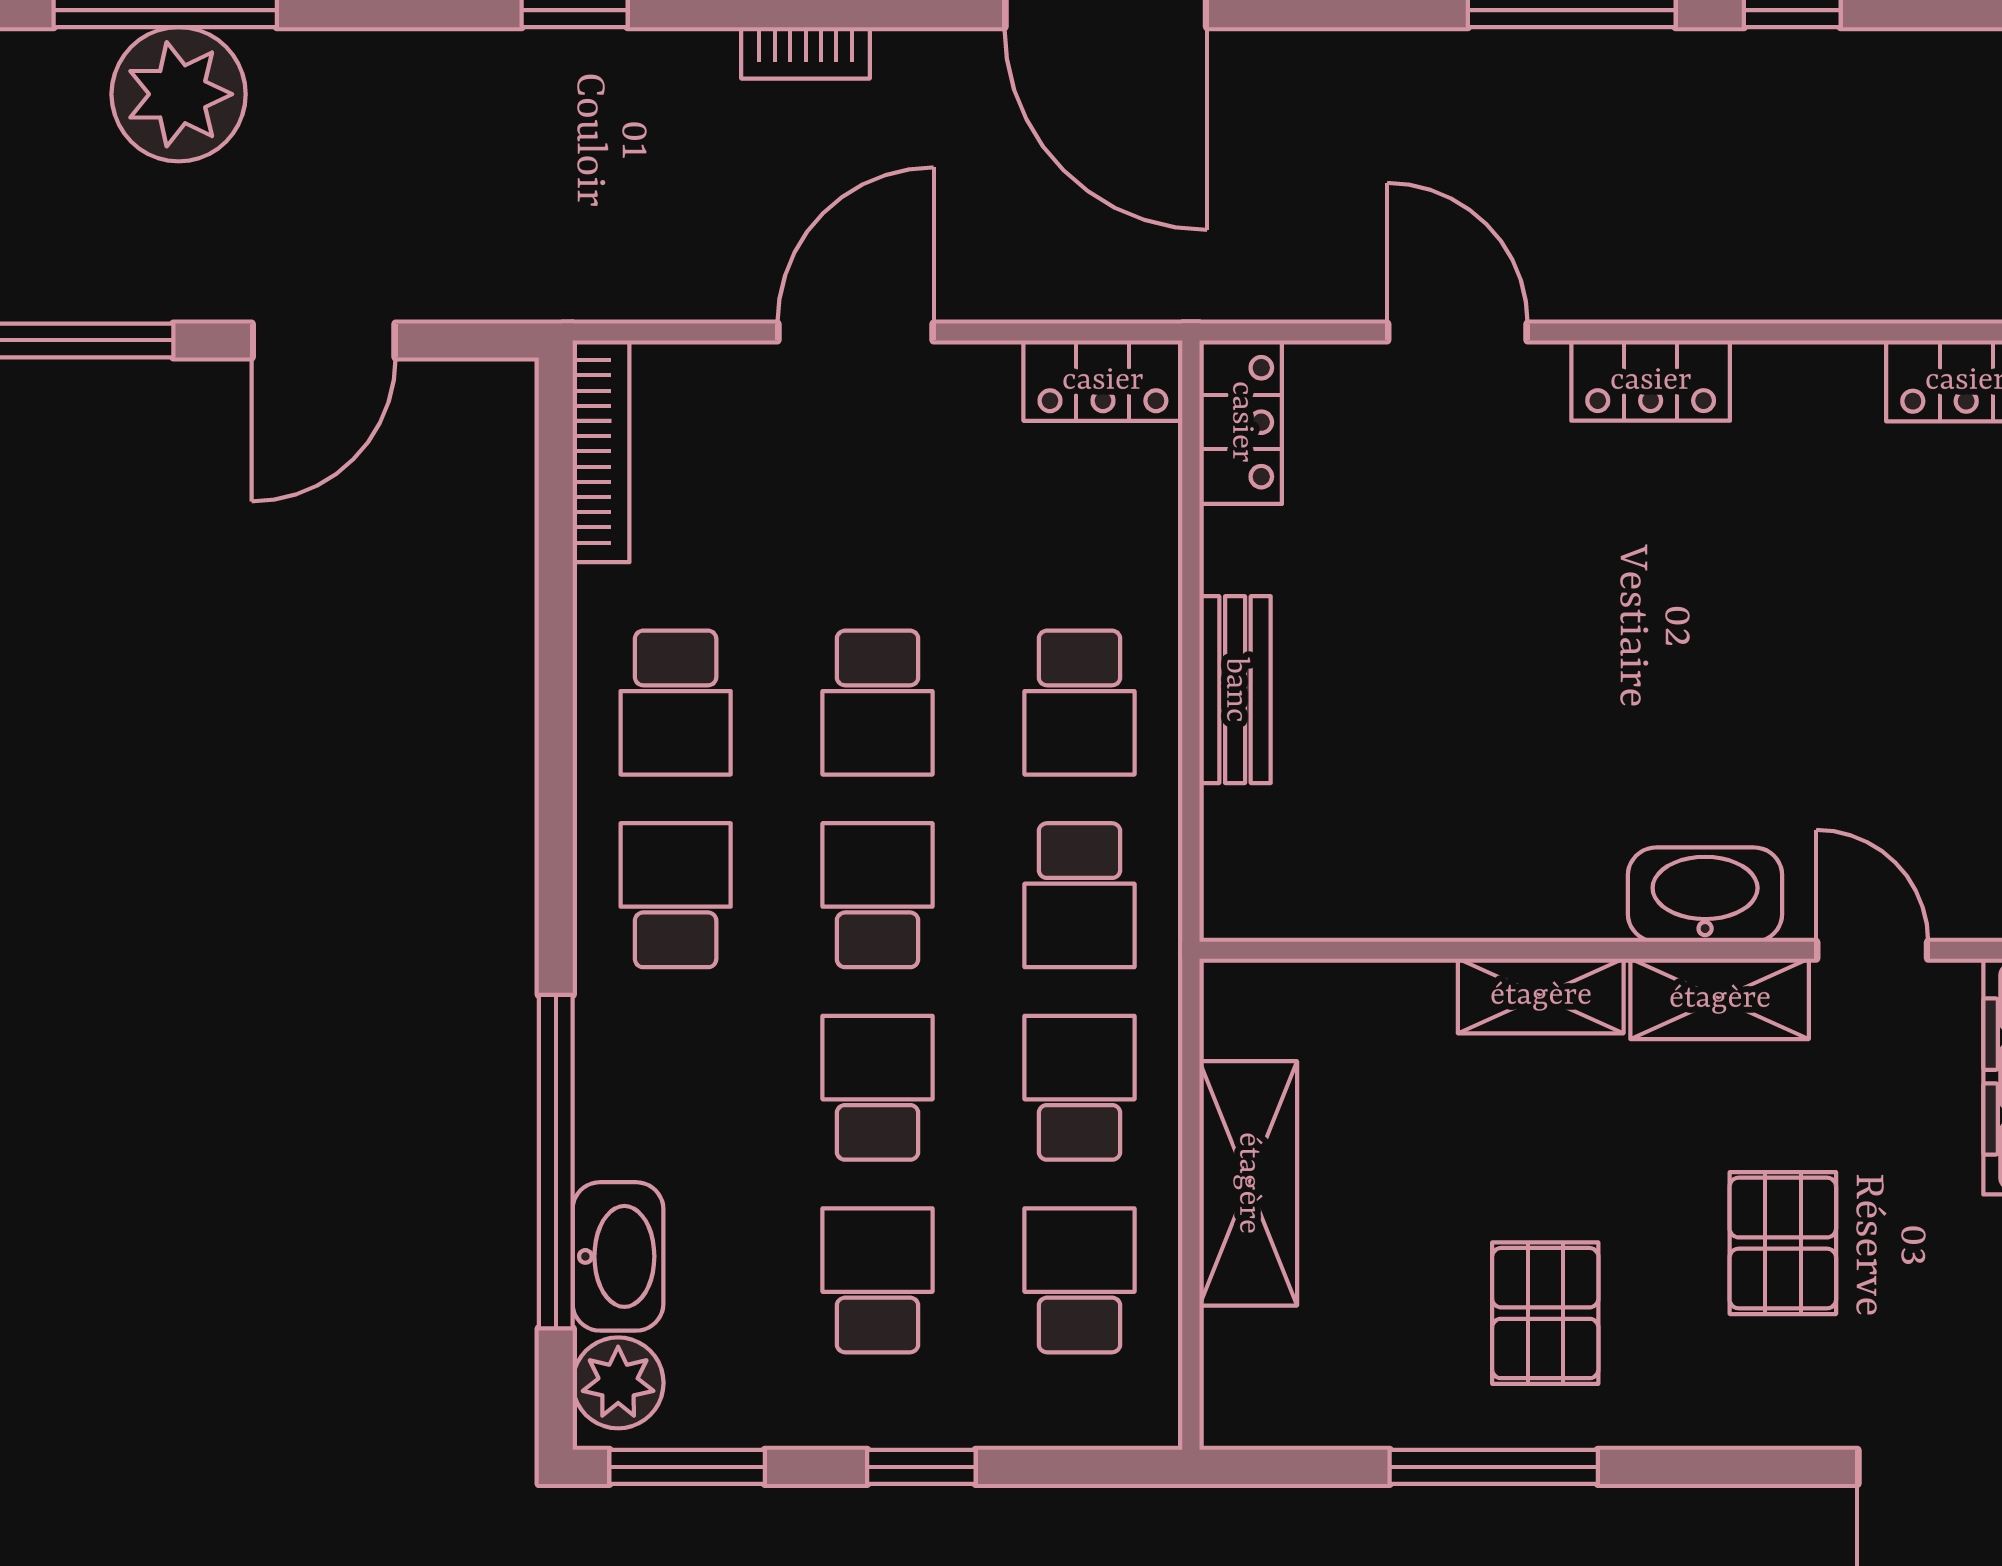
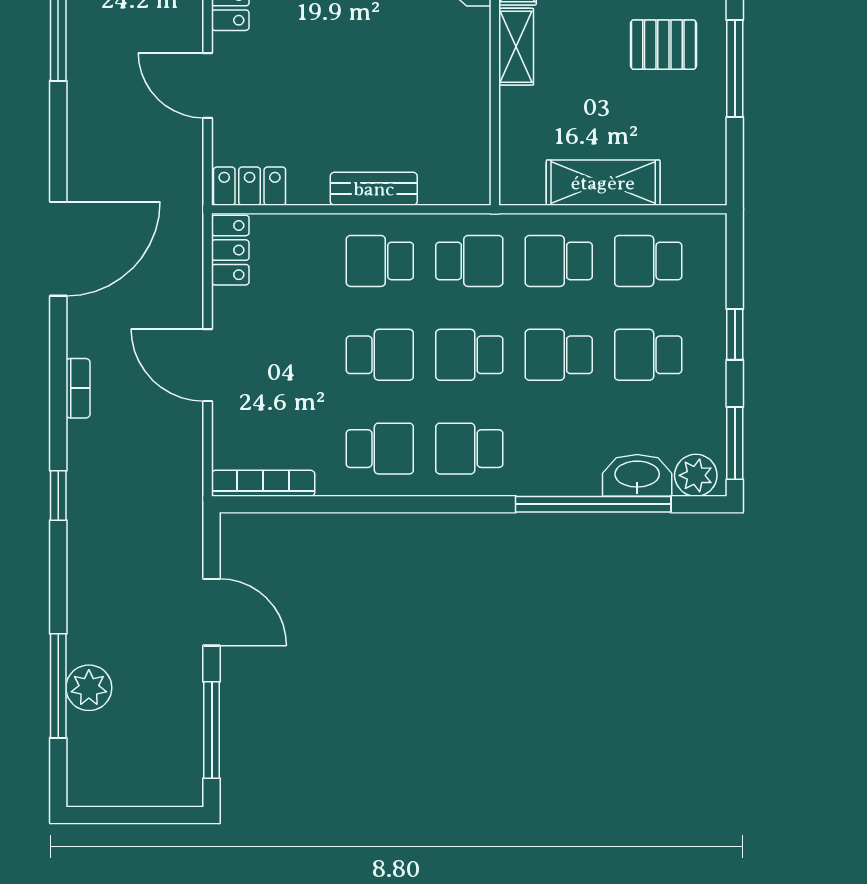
plant: (179, 94) -> (89, 688), width x0.73, depth x0.73
door: (1457, 332) -> (208, 85), hinge flipped
school desk: (1079, 703) -> (380, 261), turned 180

